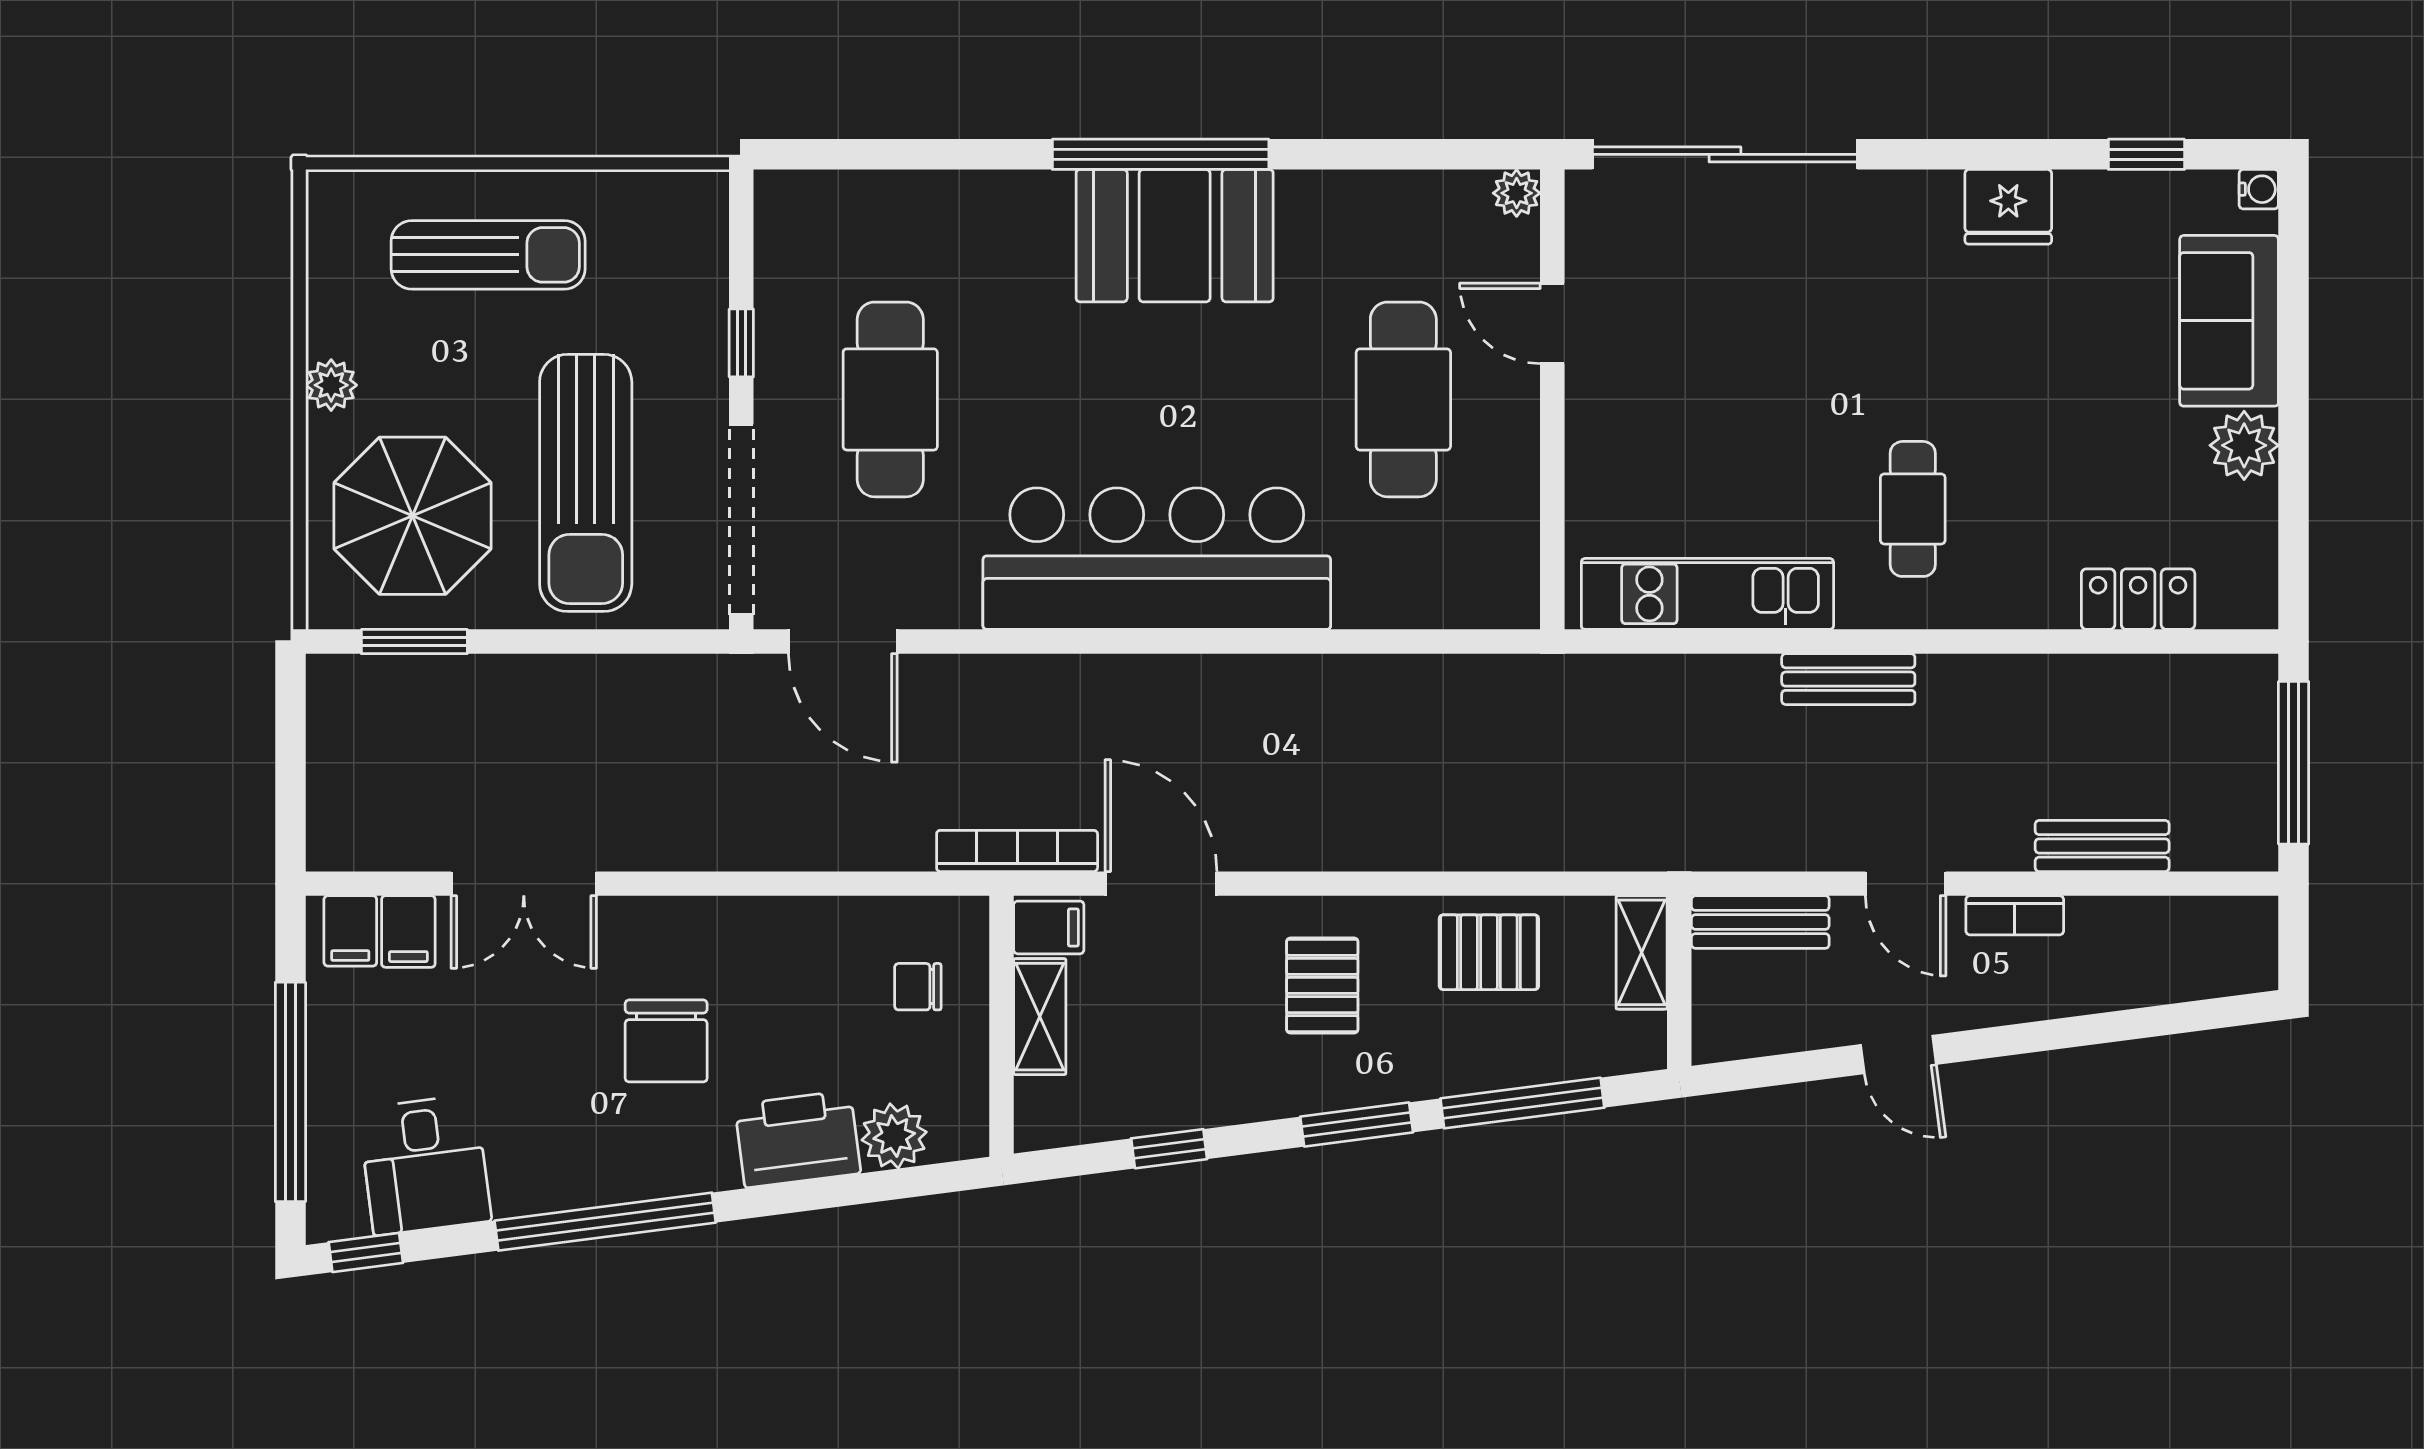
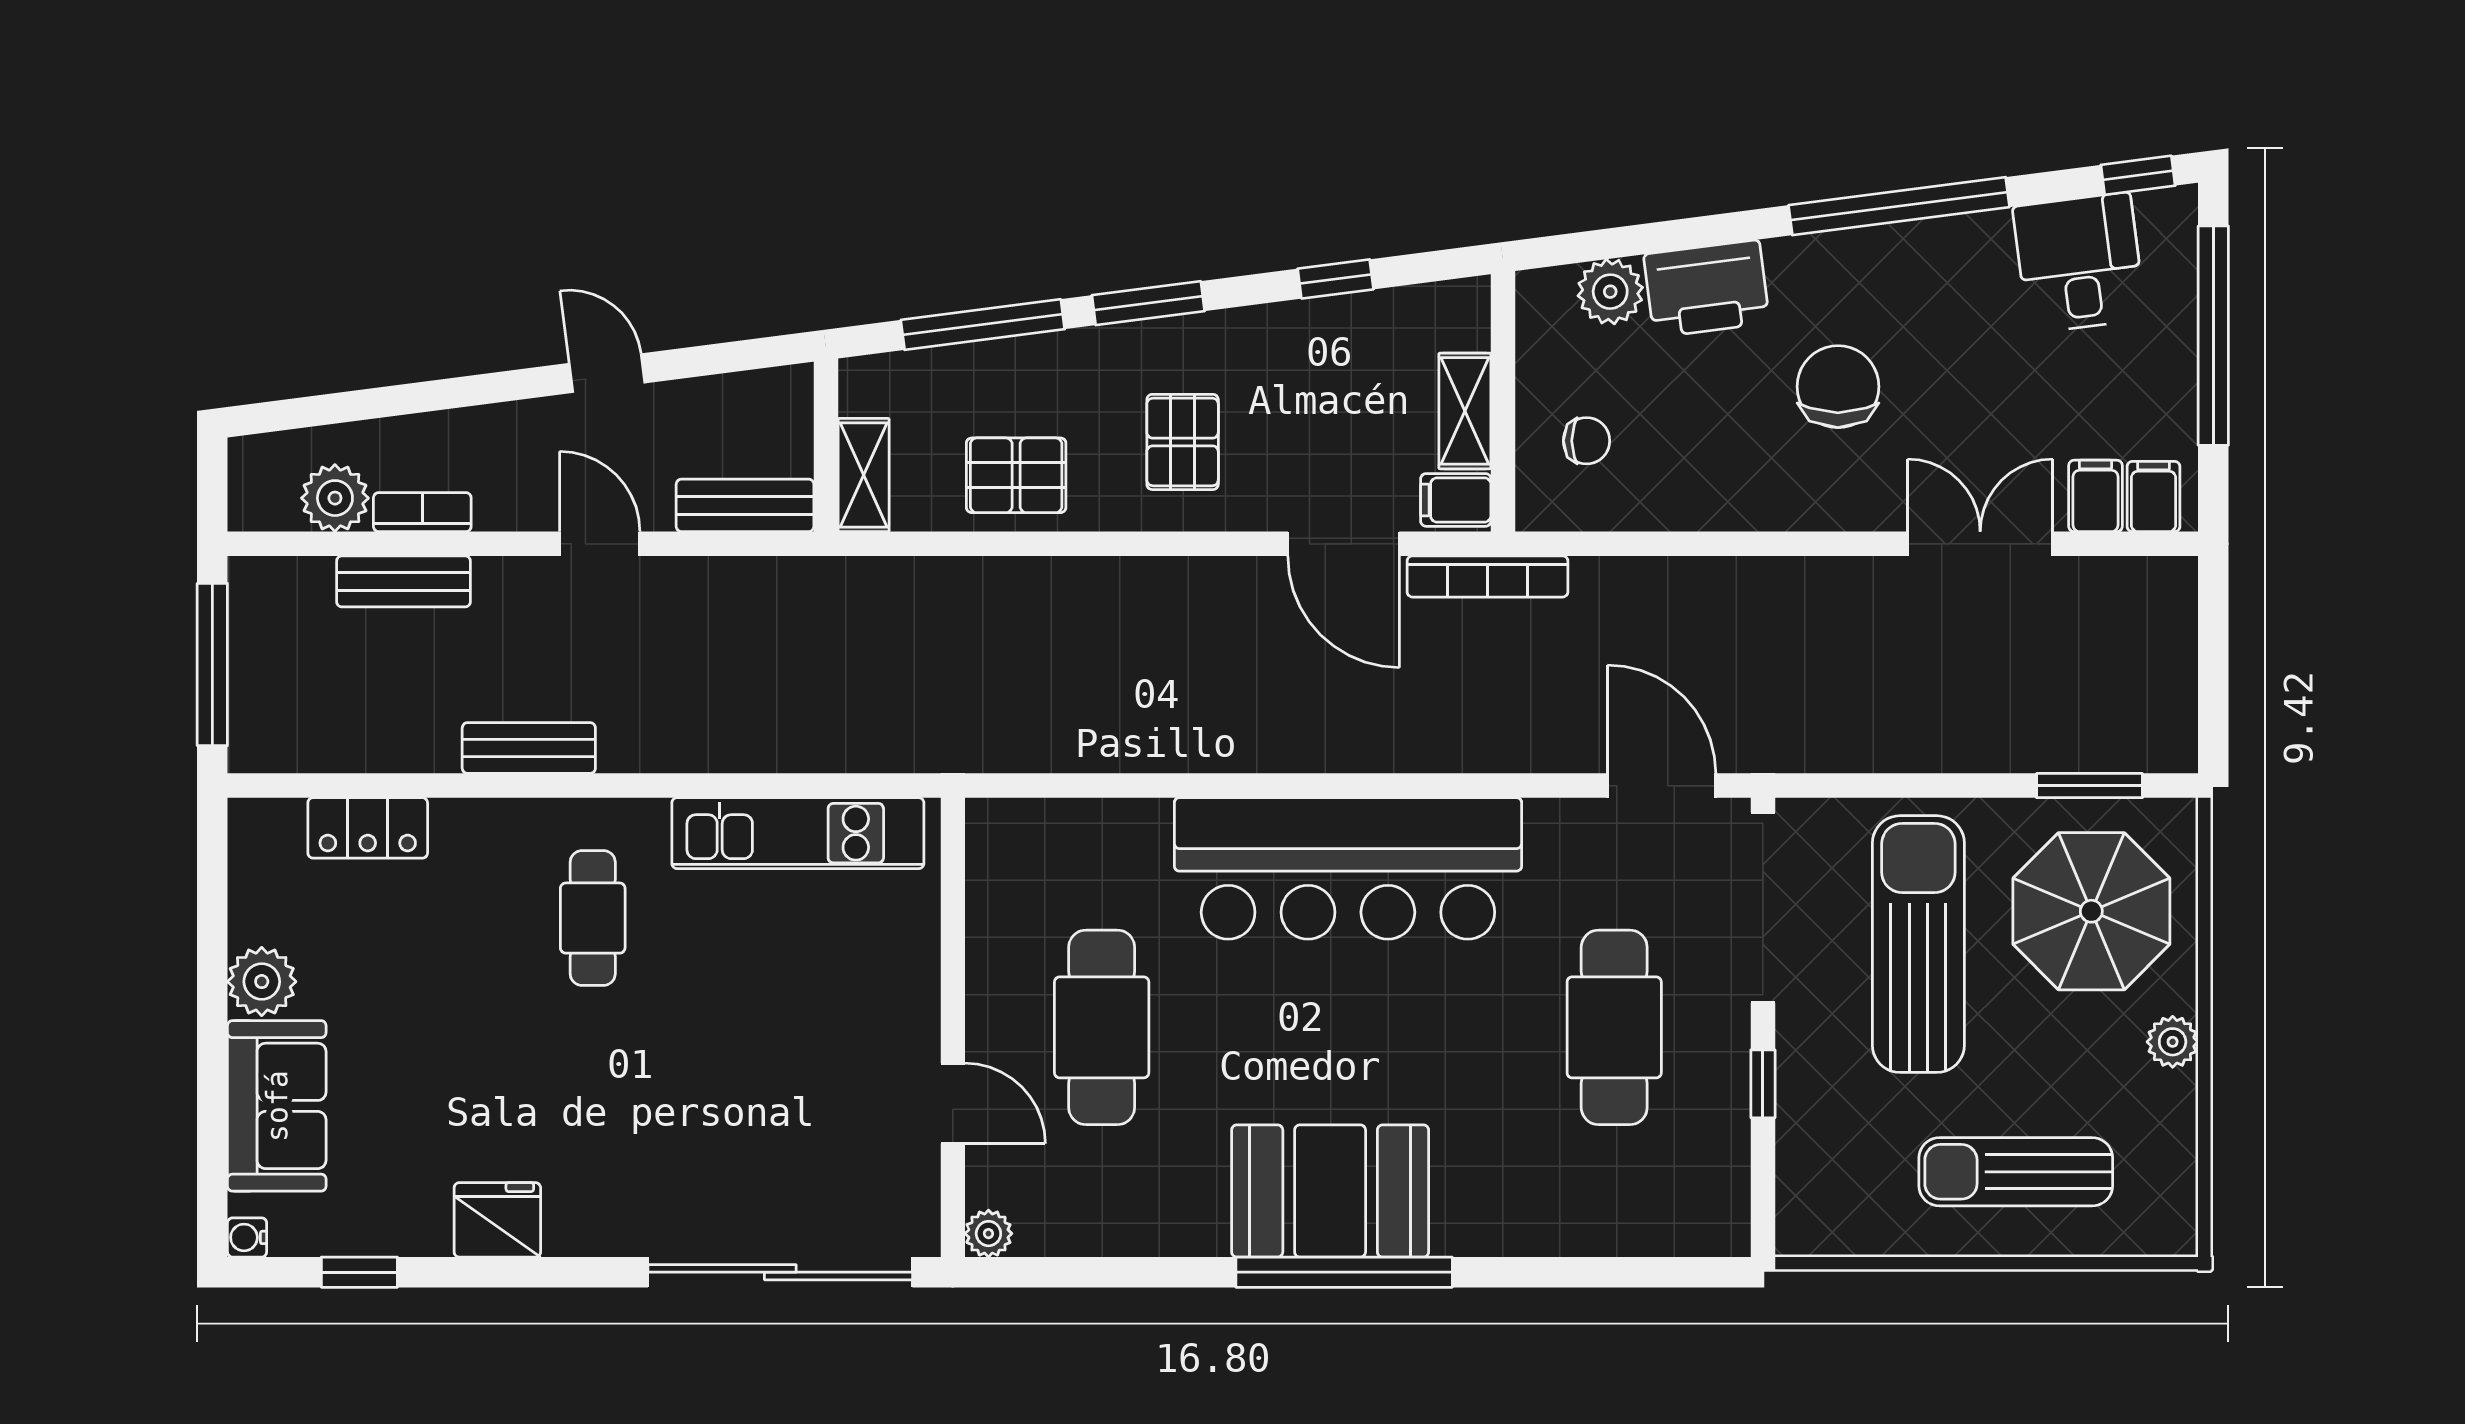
bench: (1848, 679) -> (529, 748), moved
bookcase: (2015, 915) -> (422, 512), moved
plant: (2171, 929) -> (335, 498), added

